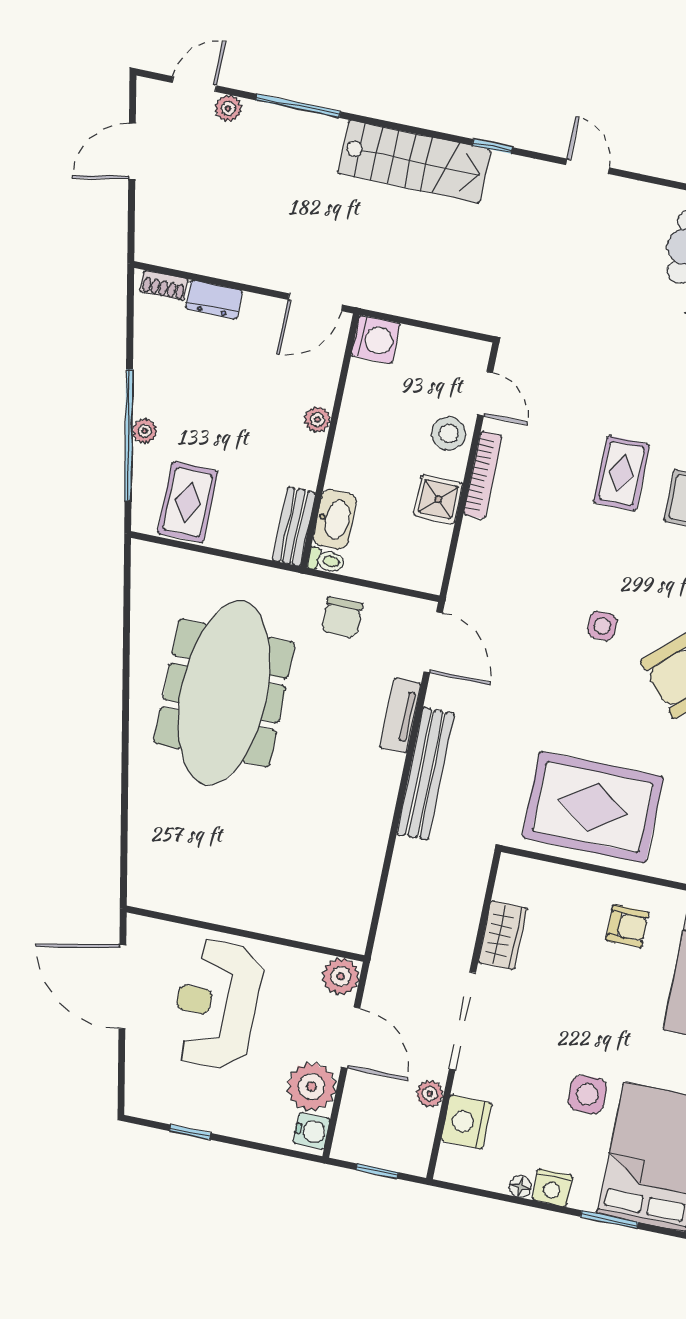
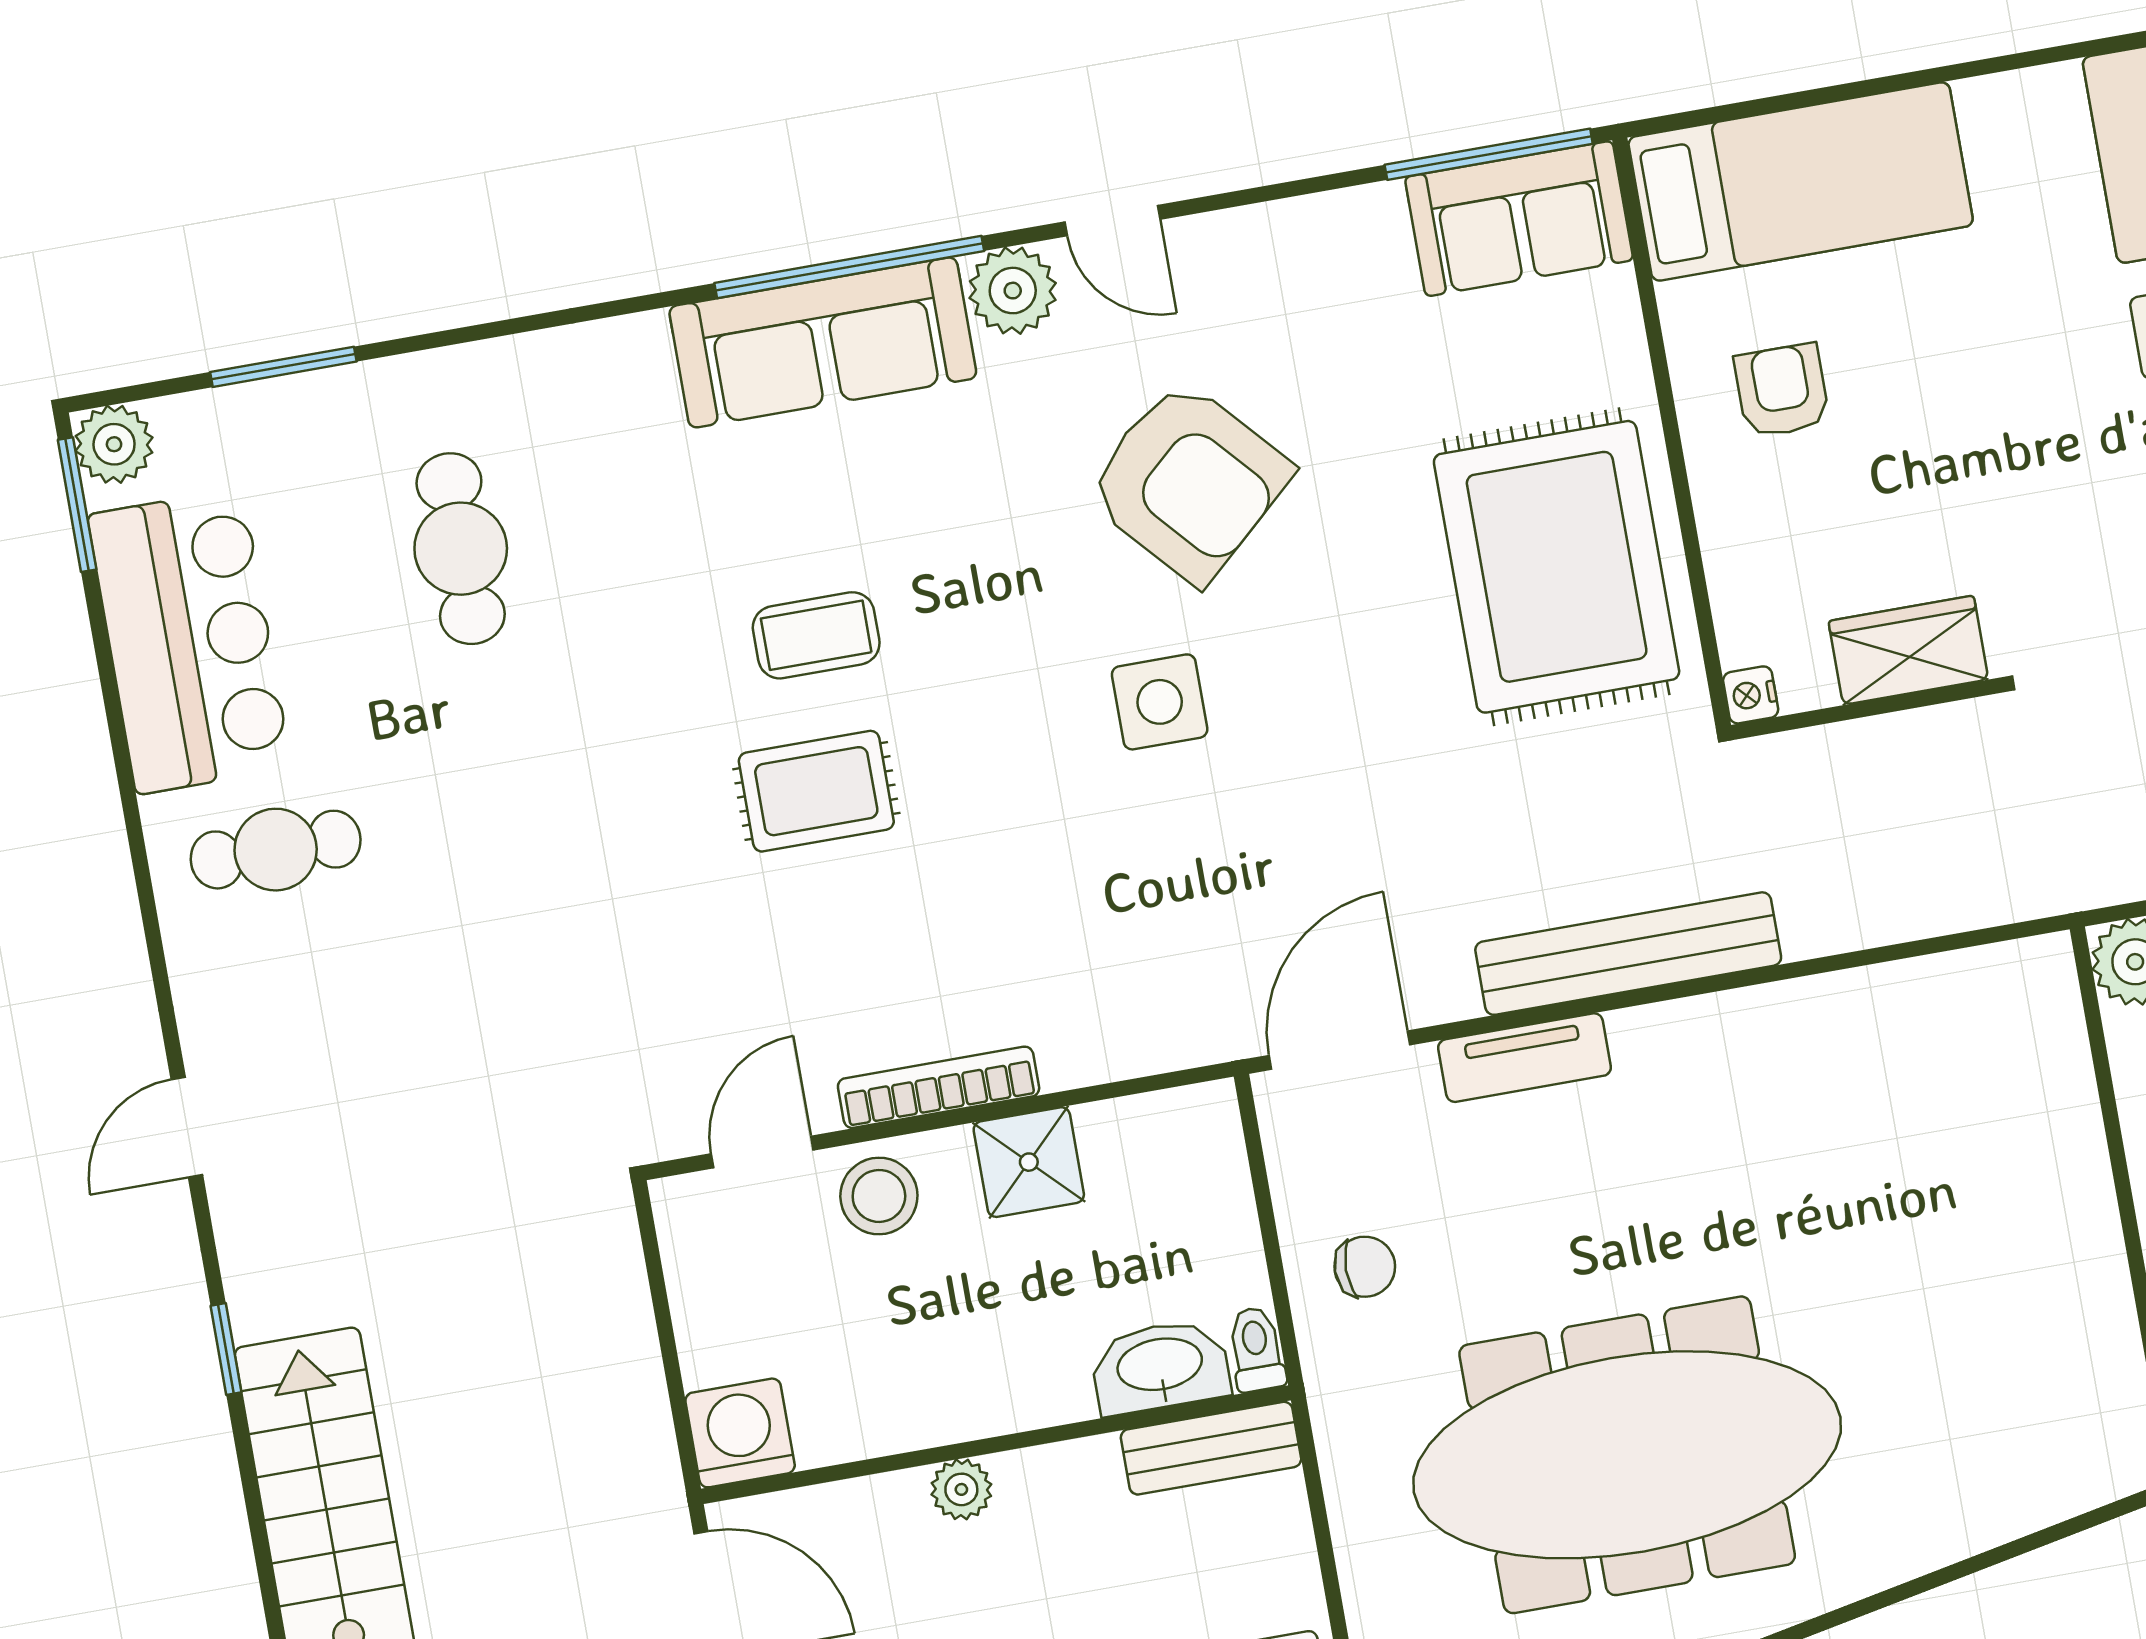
chair: (342, 618) -> (1365, 1267), width x0.73, depth x0.73
side table: (602, 626) -> (1160, 702), width x1.37, depth x1.37
nightstand: (510, 865) -> (1751, 695), added

